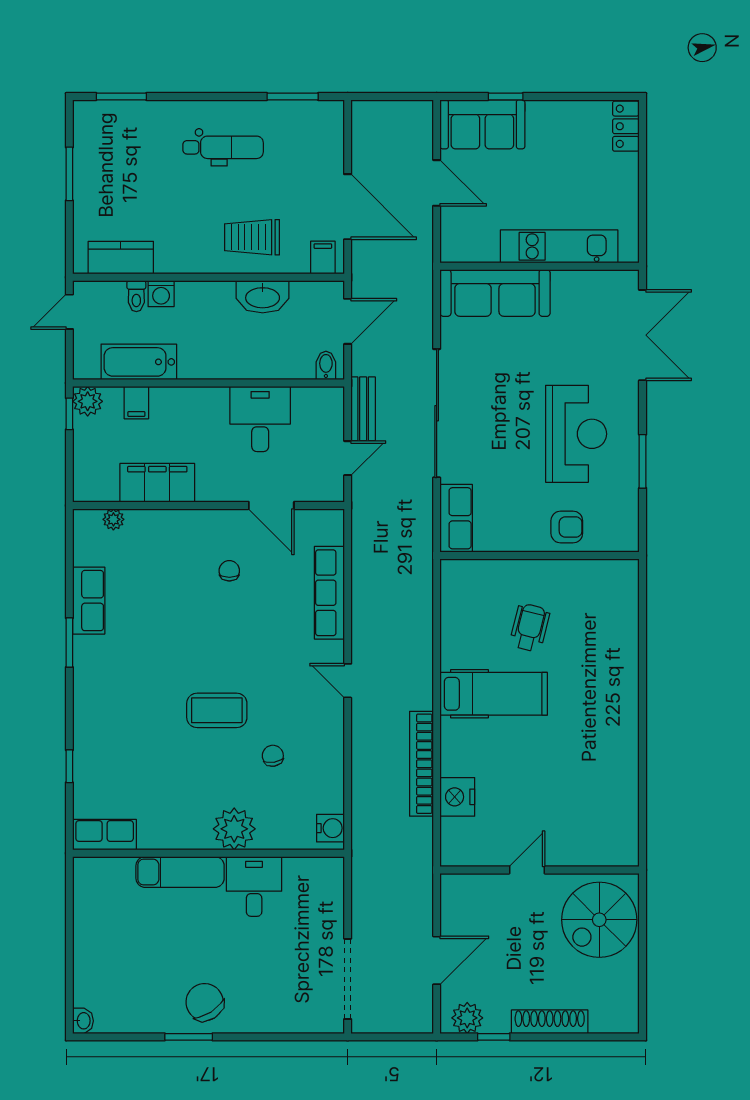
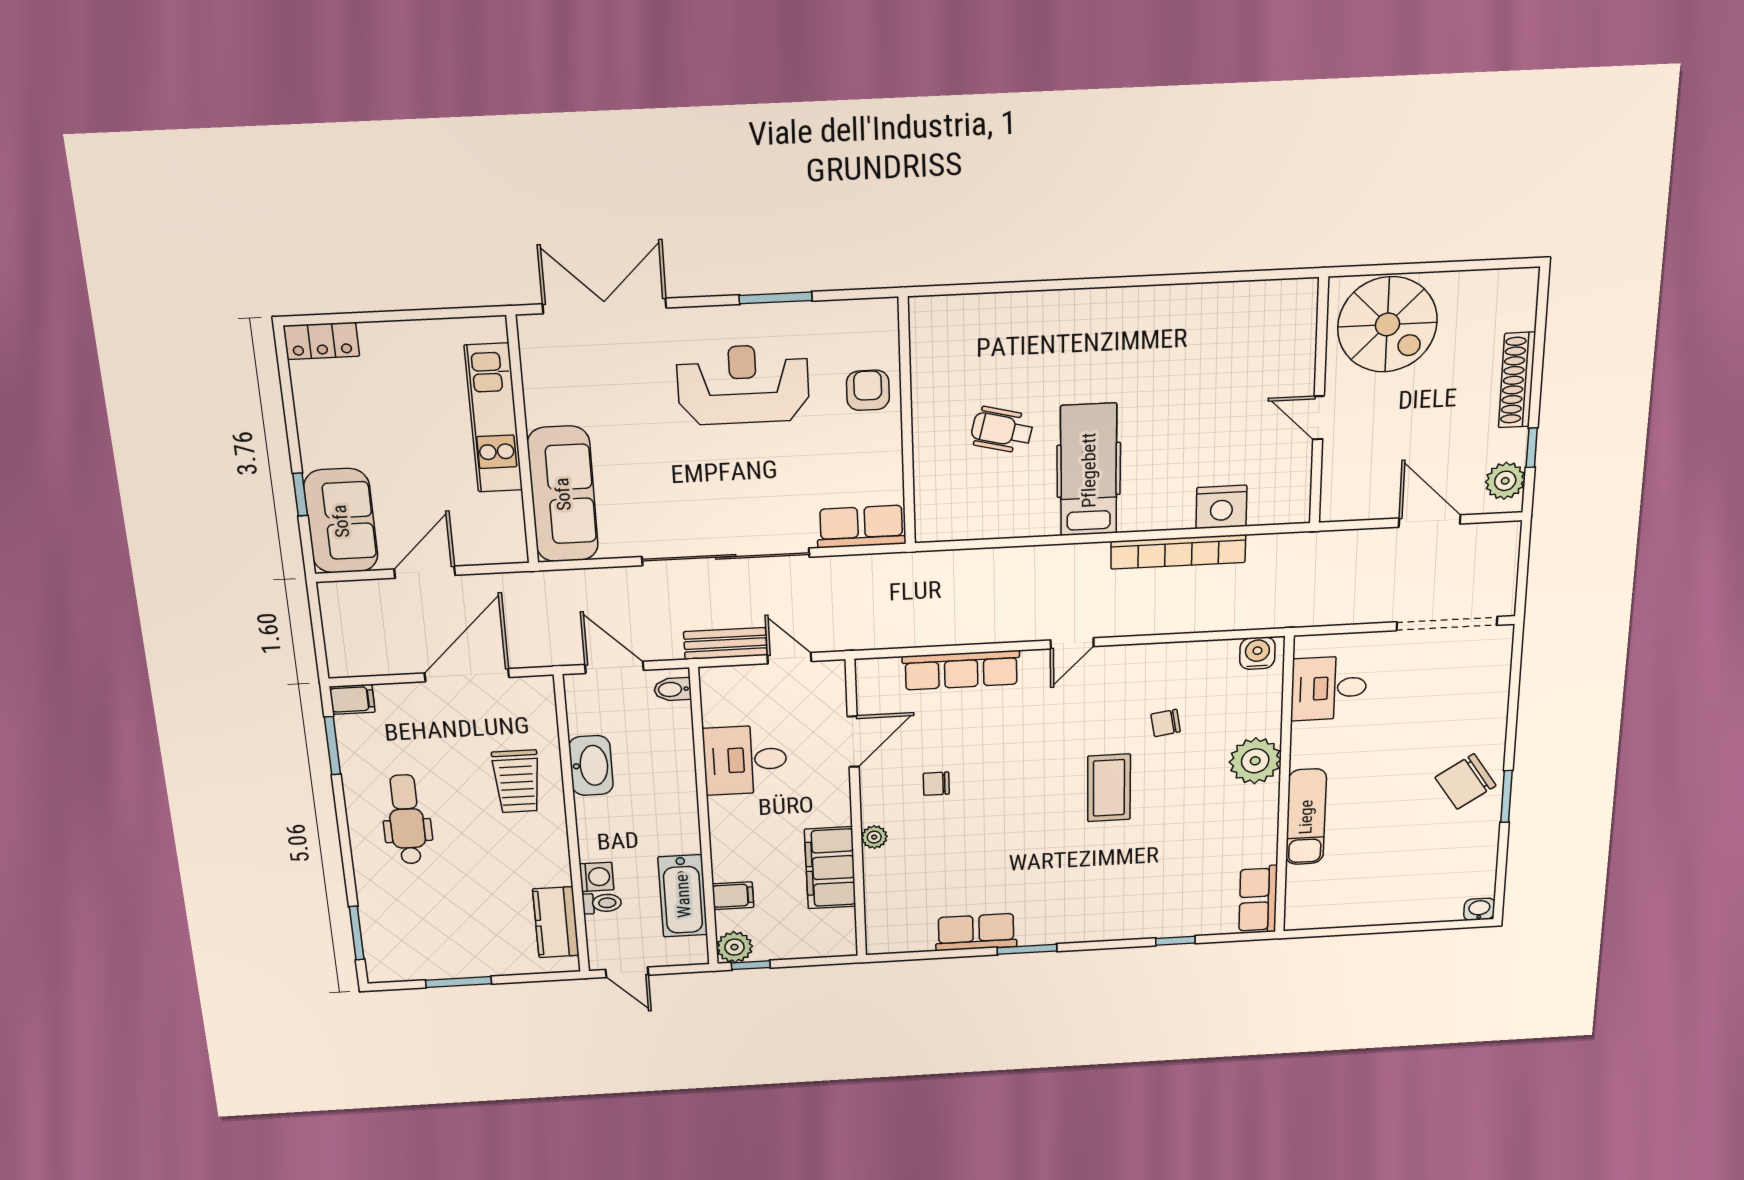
filing cabinet: (323, 258) -> (352, 699), moved, turned 180
plant: (113, 519) -> (874, 837), moved
desk: (254, 886) -> (1329, 688), moved

